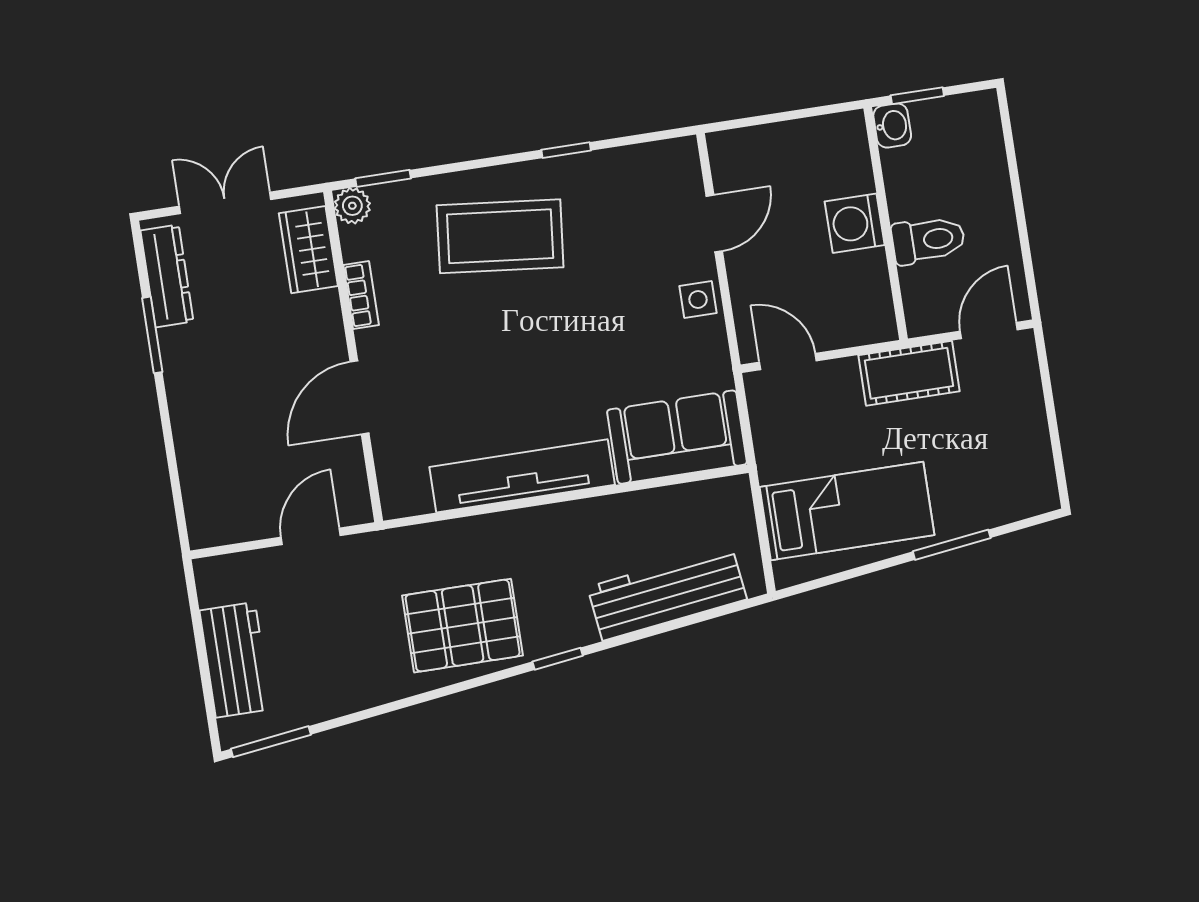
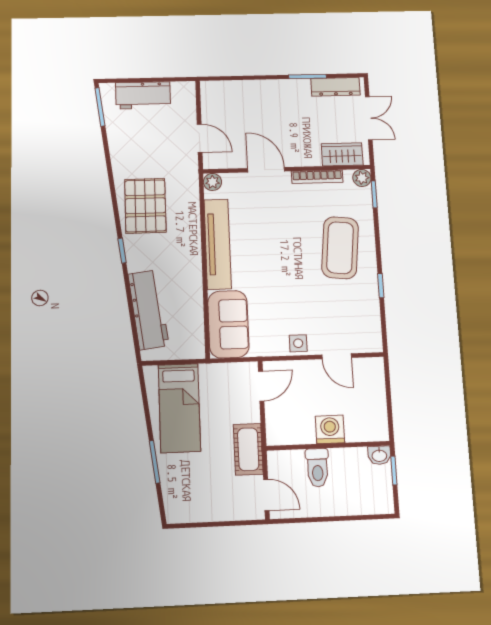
bookcase: (361, 295) -> (317, 177), width x1.56
plant: (398, 500) -> (212, 182), added

